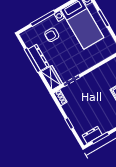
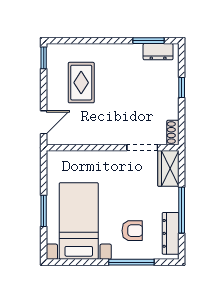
dresser: (38, 57) -> (171, 233), moved

